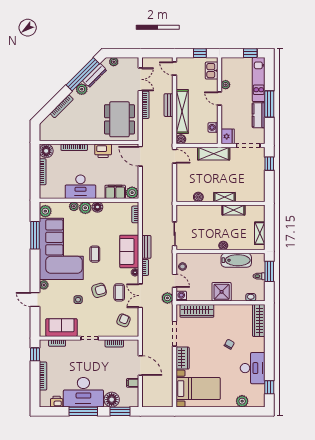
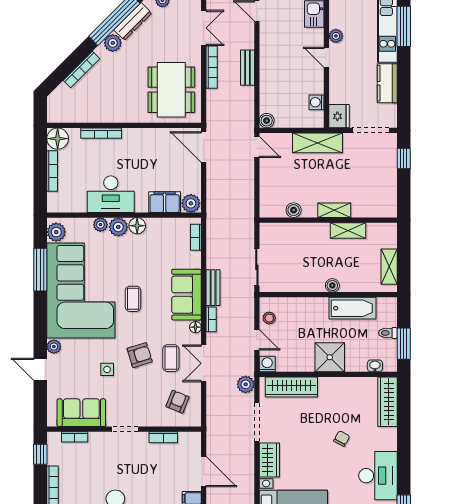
window: (269, 104) -> (404, 26), moved
shelving: (182, 112) -> (269, 78), removed
printer: (103, 151) -> (146, 139), removed
window: (269, 271) -> (404, 344), moved
plant: (167, 298) -> (246, 384), moved

